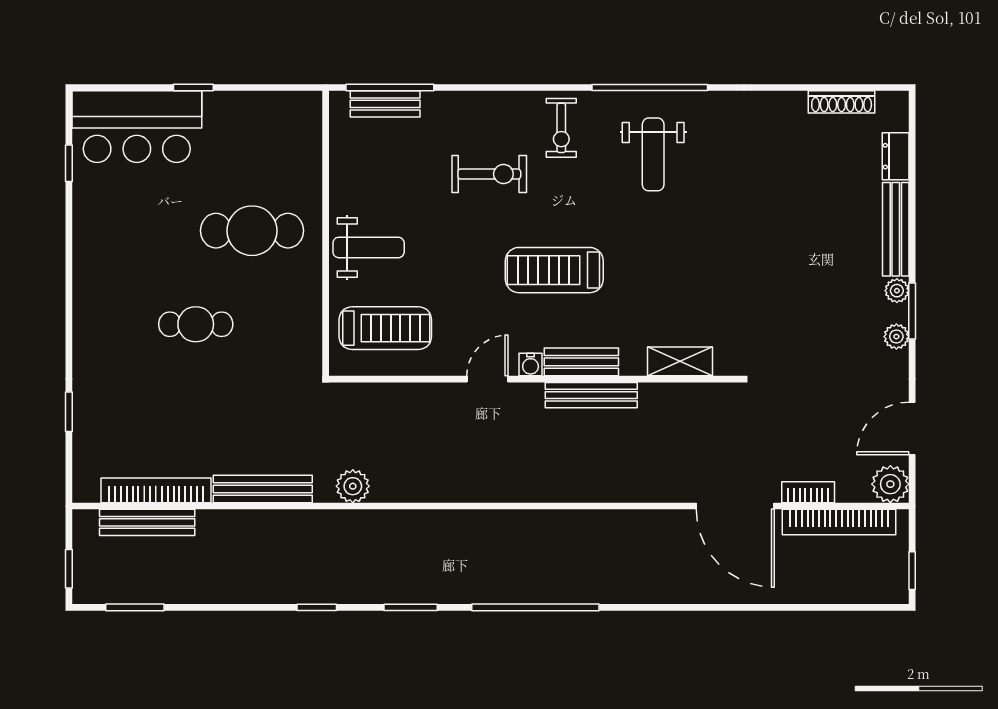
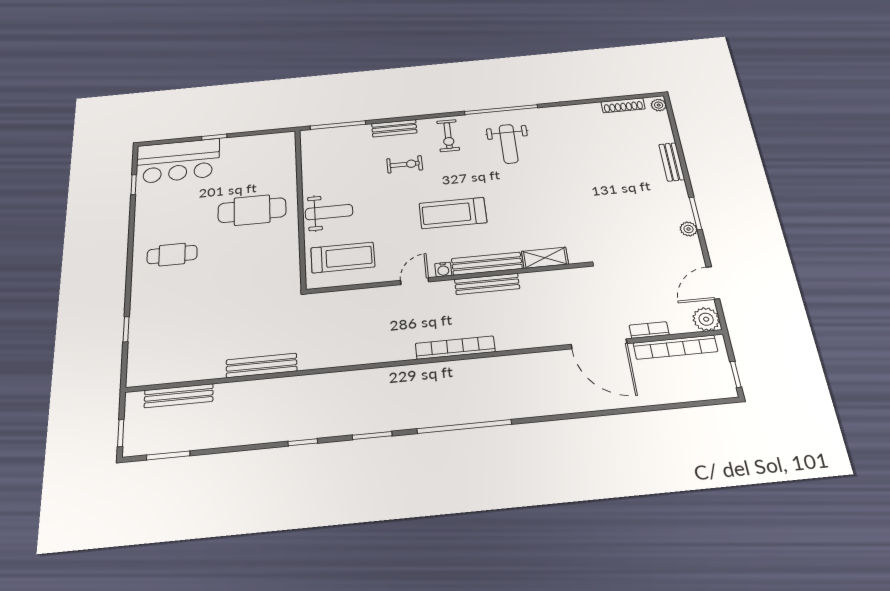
bench: (385, 104) -> (394, 128), moved
dresser: (896, 156) -> (664, 130), removed
exercise bike: (489, 174) -> (405, 164), width x0.73, depth x0.72
bench: (896, 229) -> (672, 162), width x0.73
plant: (897, 291) -> (659, 105), moved
cafe table: (196, 324) -> (172, 255), moved
bench: (581, 362) -> (487, 264), width x1.36
plant: (353, 486) -> (325, 357), removed
bookcase: (156, 490) -> (455, 348), moved

